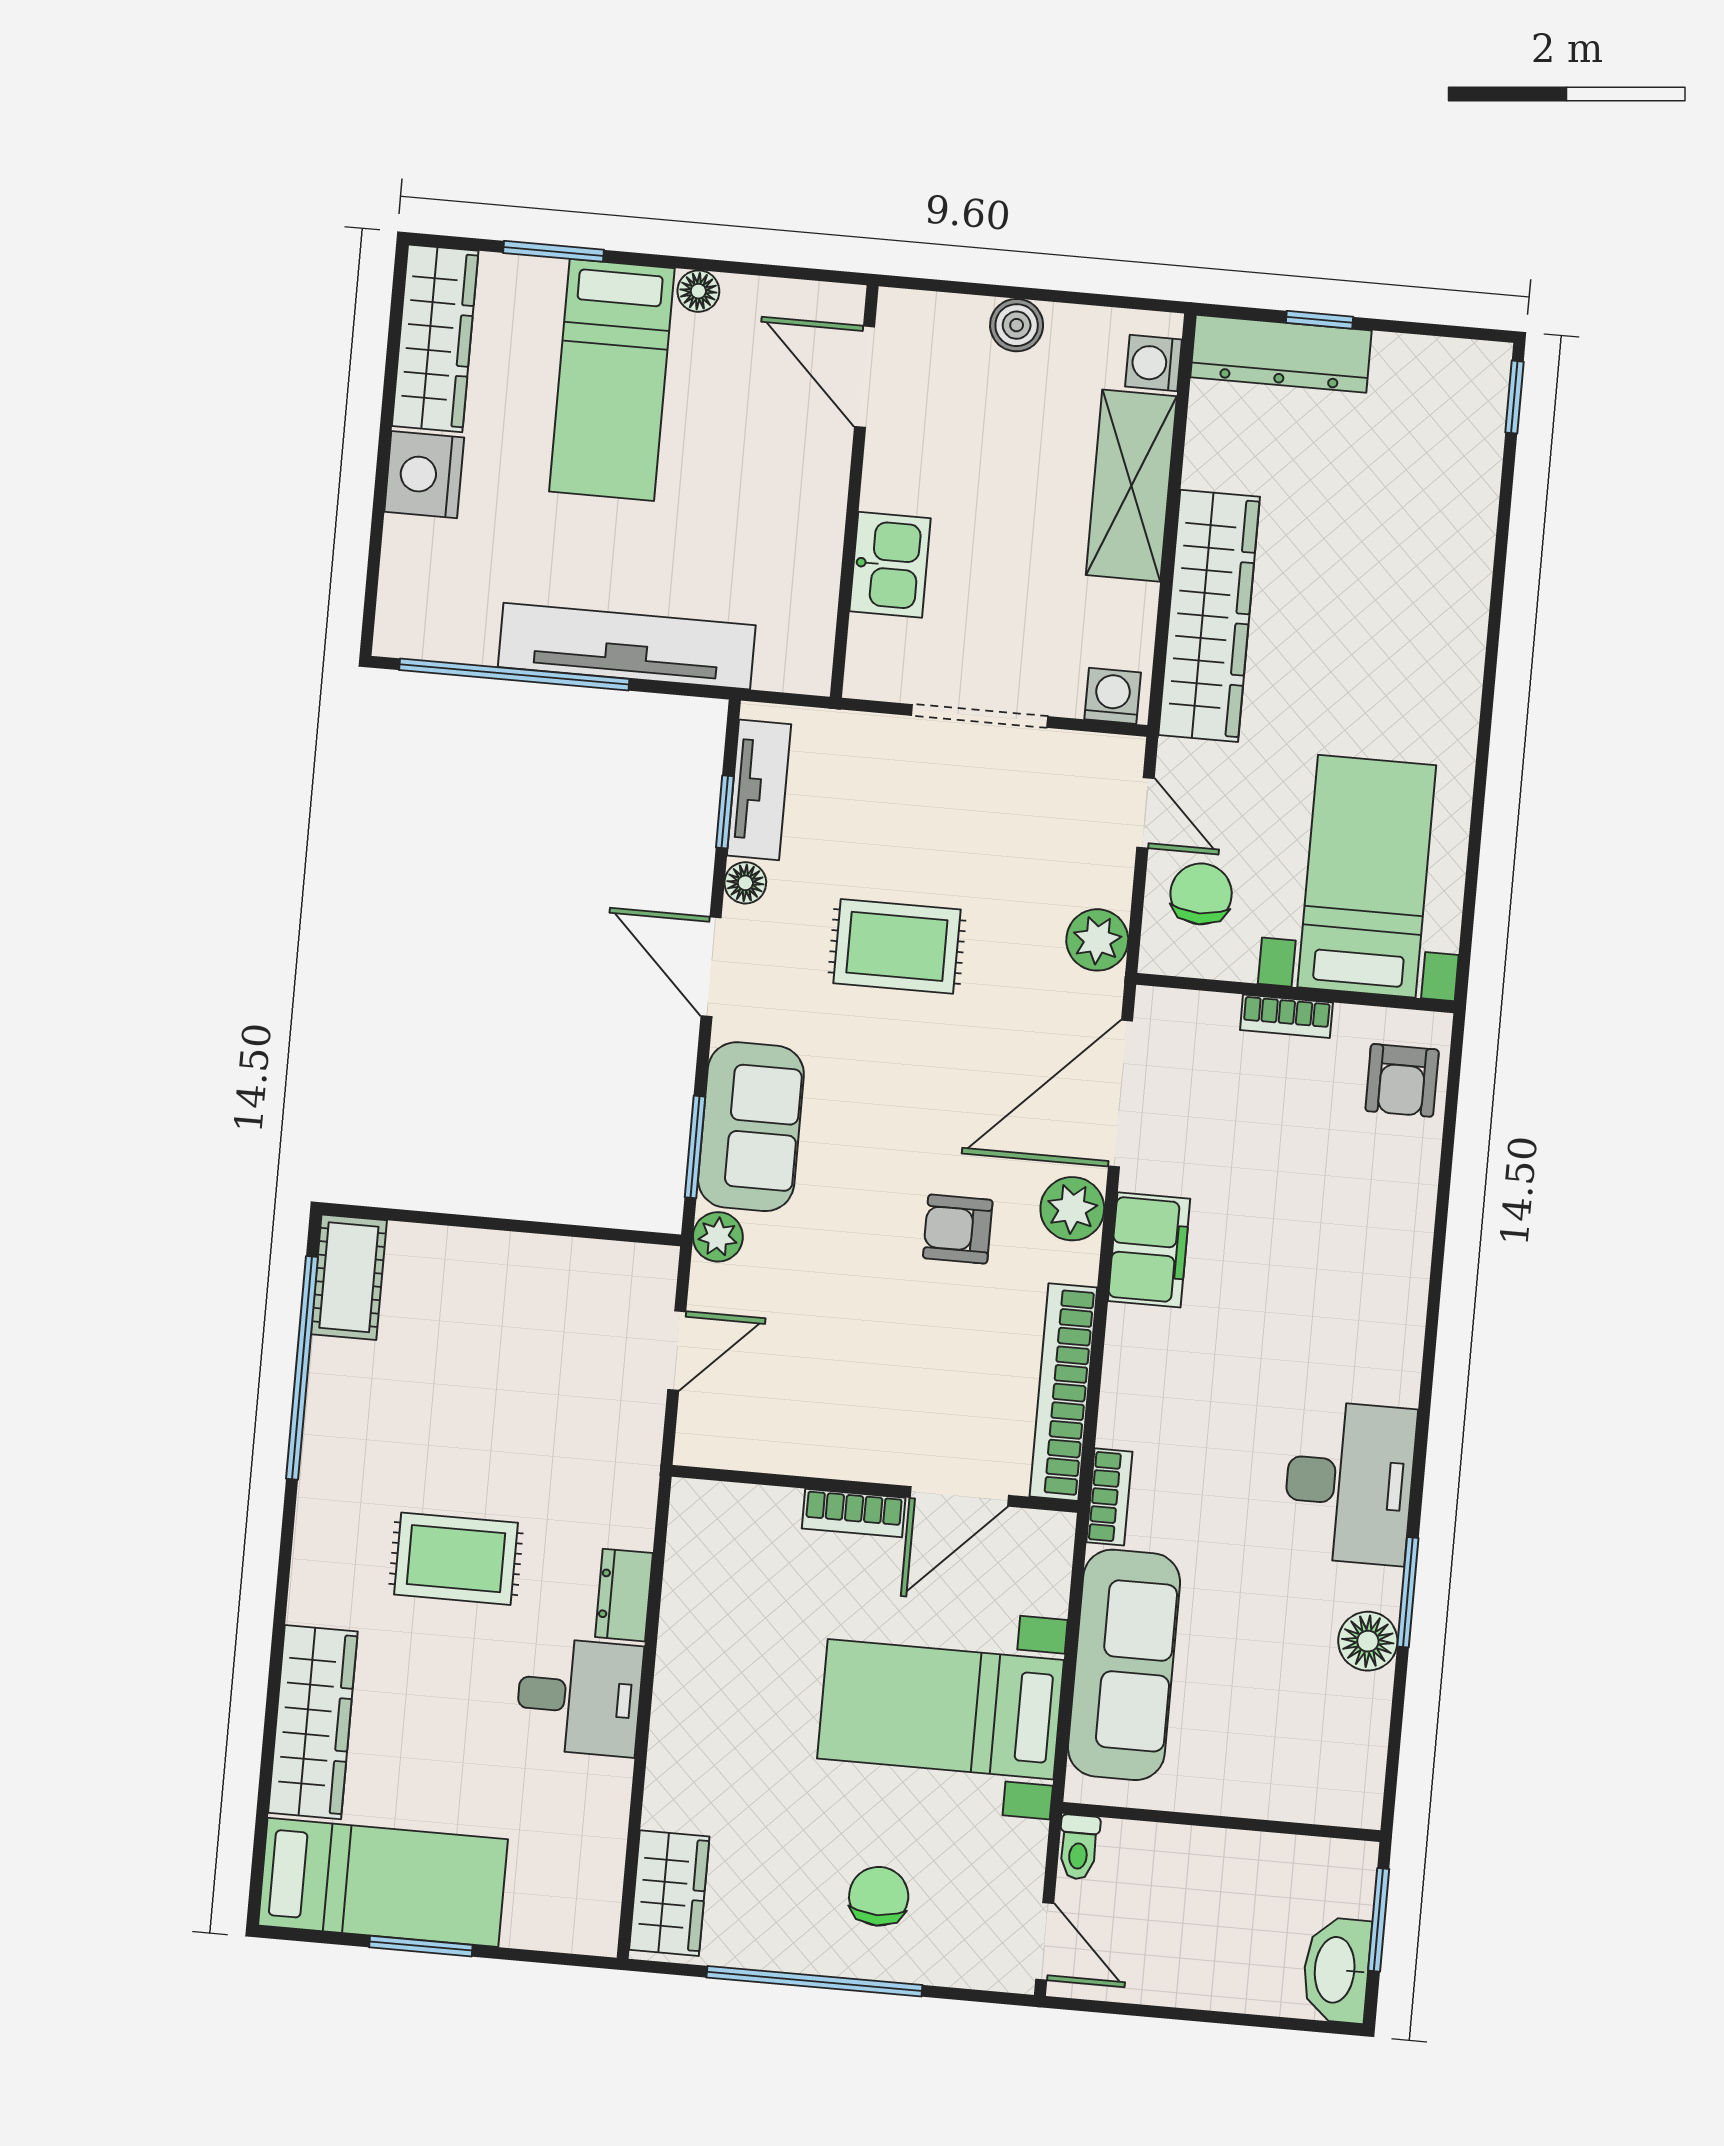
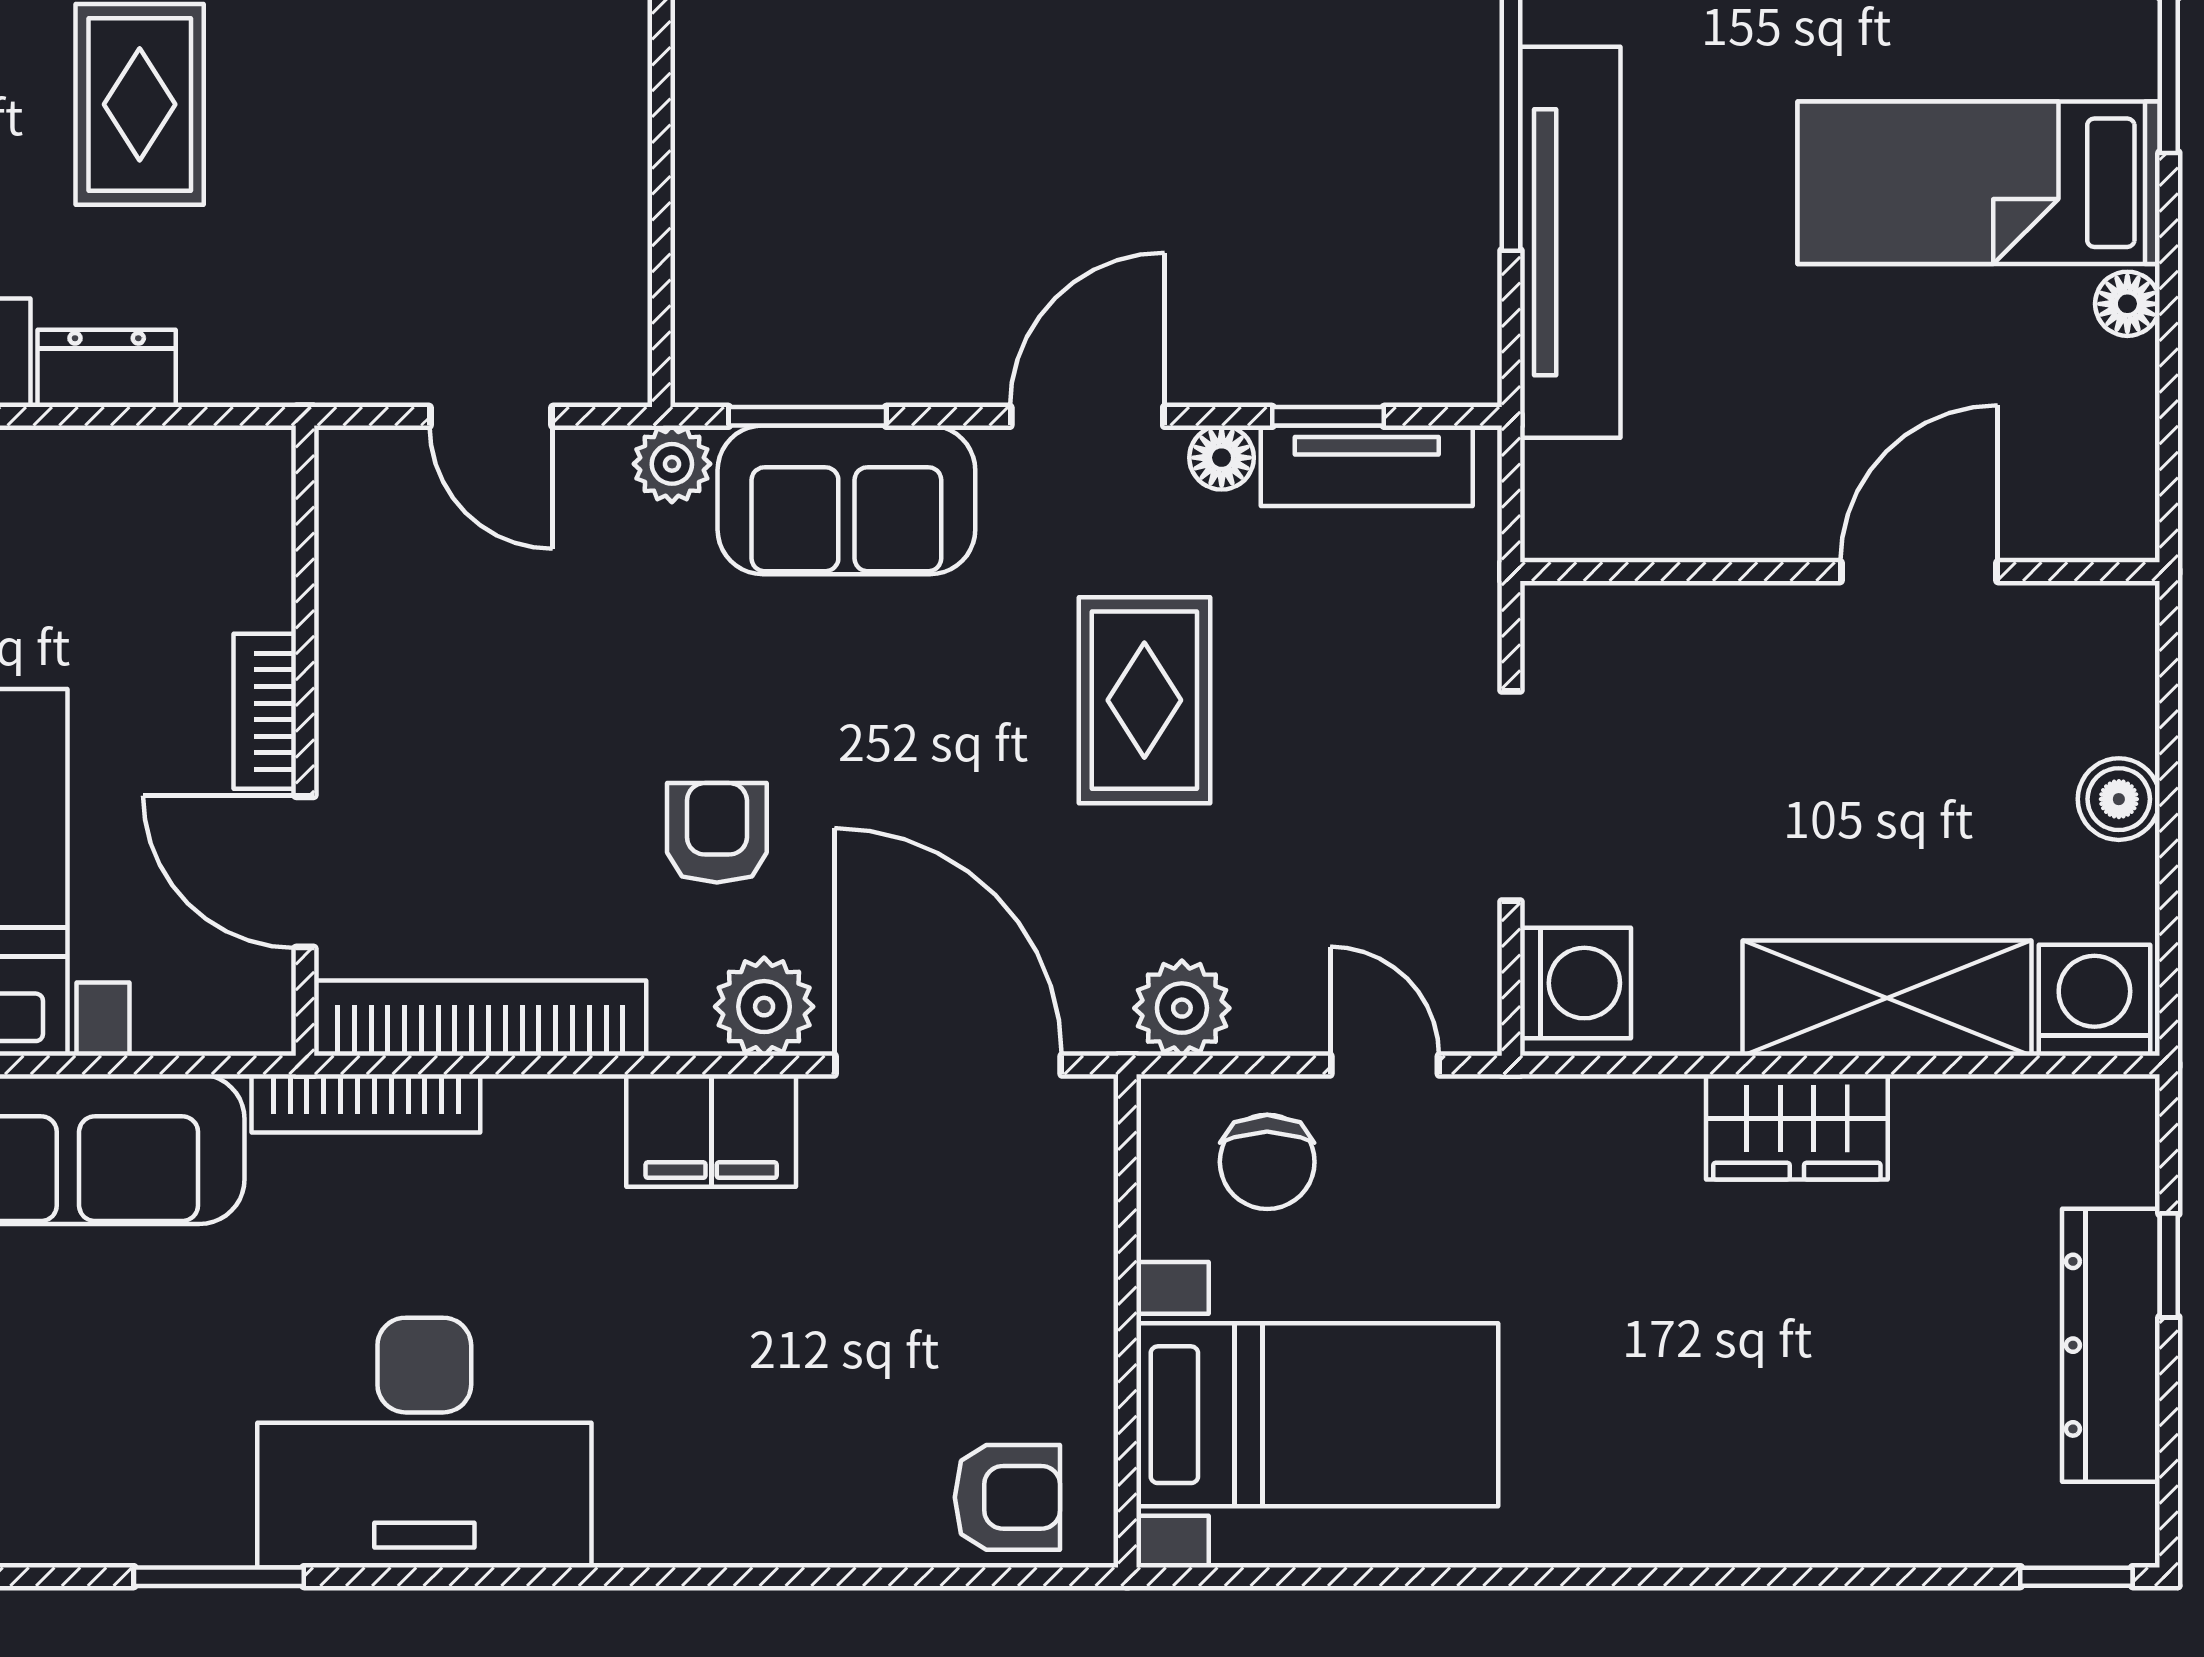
dresser: (1281, 354) -> (2111, 1345), moved
washing machine: (1154, 363) -> (2094, 1000), width x1.38, depth x1.38
door: (864, 377) -> (1919, 572), moved
kitchen sink: (890, 565) -> (1732, 637), removed
wardrobe: (1209, 616) -> (1797, 1127), width x0.48, depth x0.85
washing machine: (1113, 696) -> (1576, 983), width x1.38, depth x1.38
door: (1146, 813) -> (1385, 1065), swing flipped
chair: (1201, 894) -> (1267, 1162), turned 90
bookcase: (1286, 1016) -> (1090, 1310), removed
armchair: (1402, 1080) -> (1007, 1497), turned 180
desk: (1349, 1483) -> (424, 1443), width x1.36, depth x1.30
bookcase: (1109, 1497) -> (366, 1103), width x1.56
floor lamp: (1368, 1641) -> (138, 1522), removed

